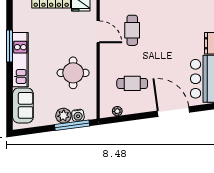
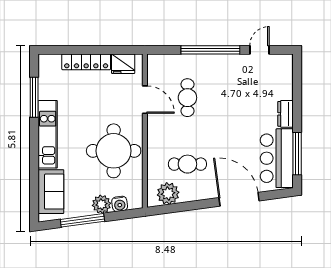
window: (10, 46) -> (34, 97), moved
round table: (73, 73) -> (114, 151), width x1.36, depth x1.36
plant: (117, 111) -> (168, 194), width x1.87, depth x1.87
window: (72, 125) -> (82, 220), moved

